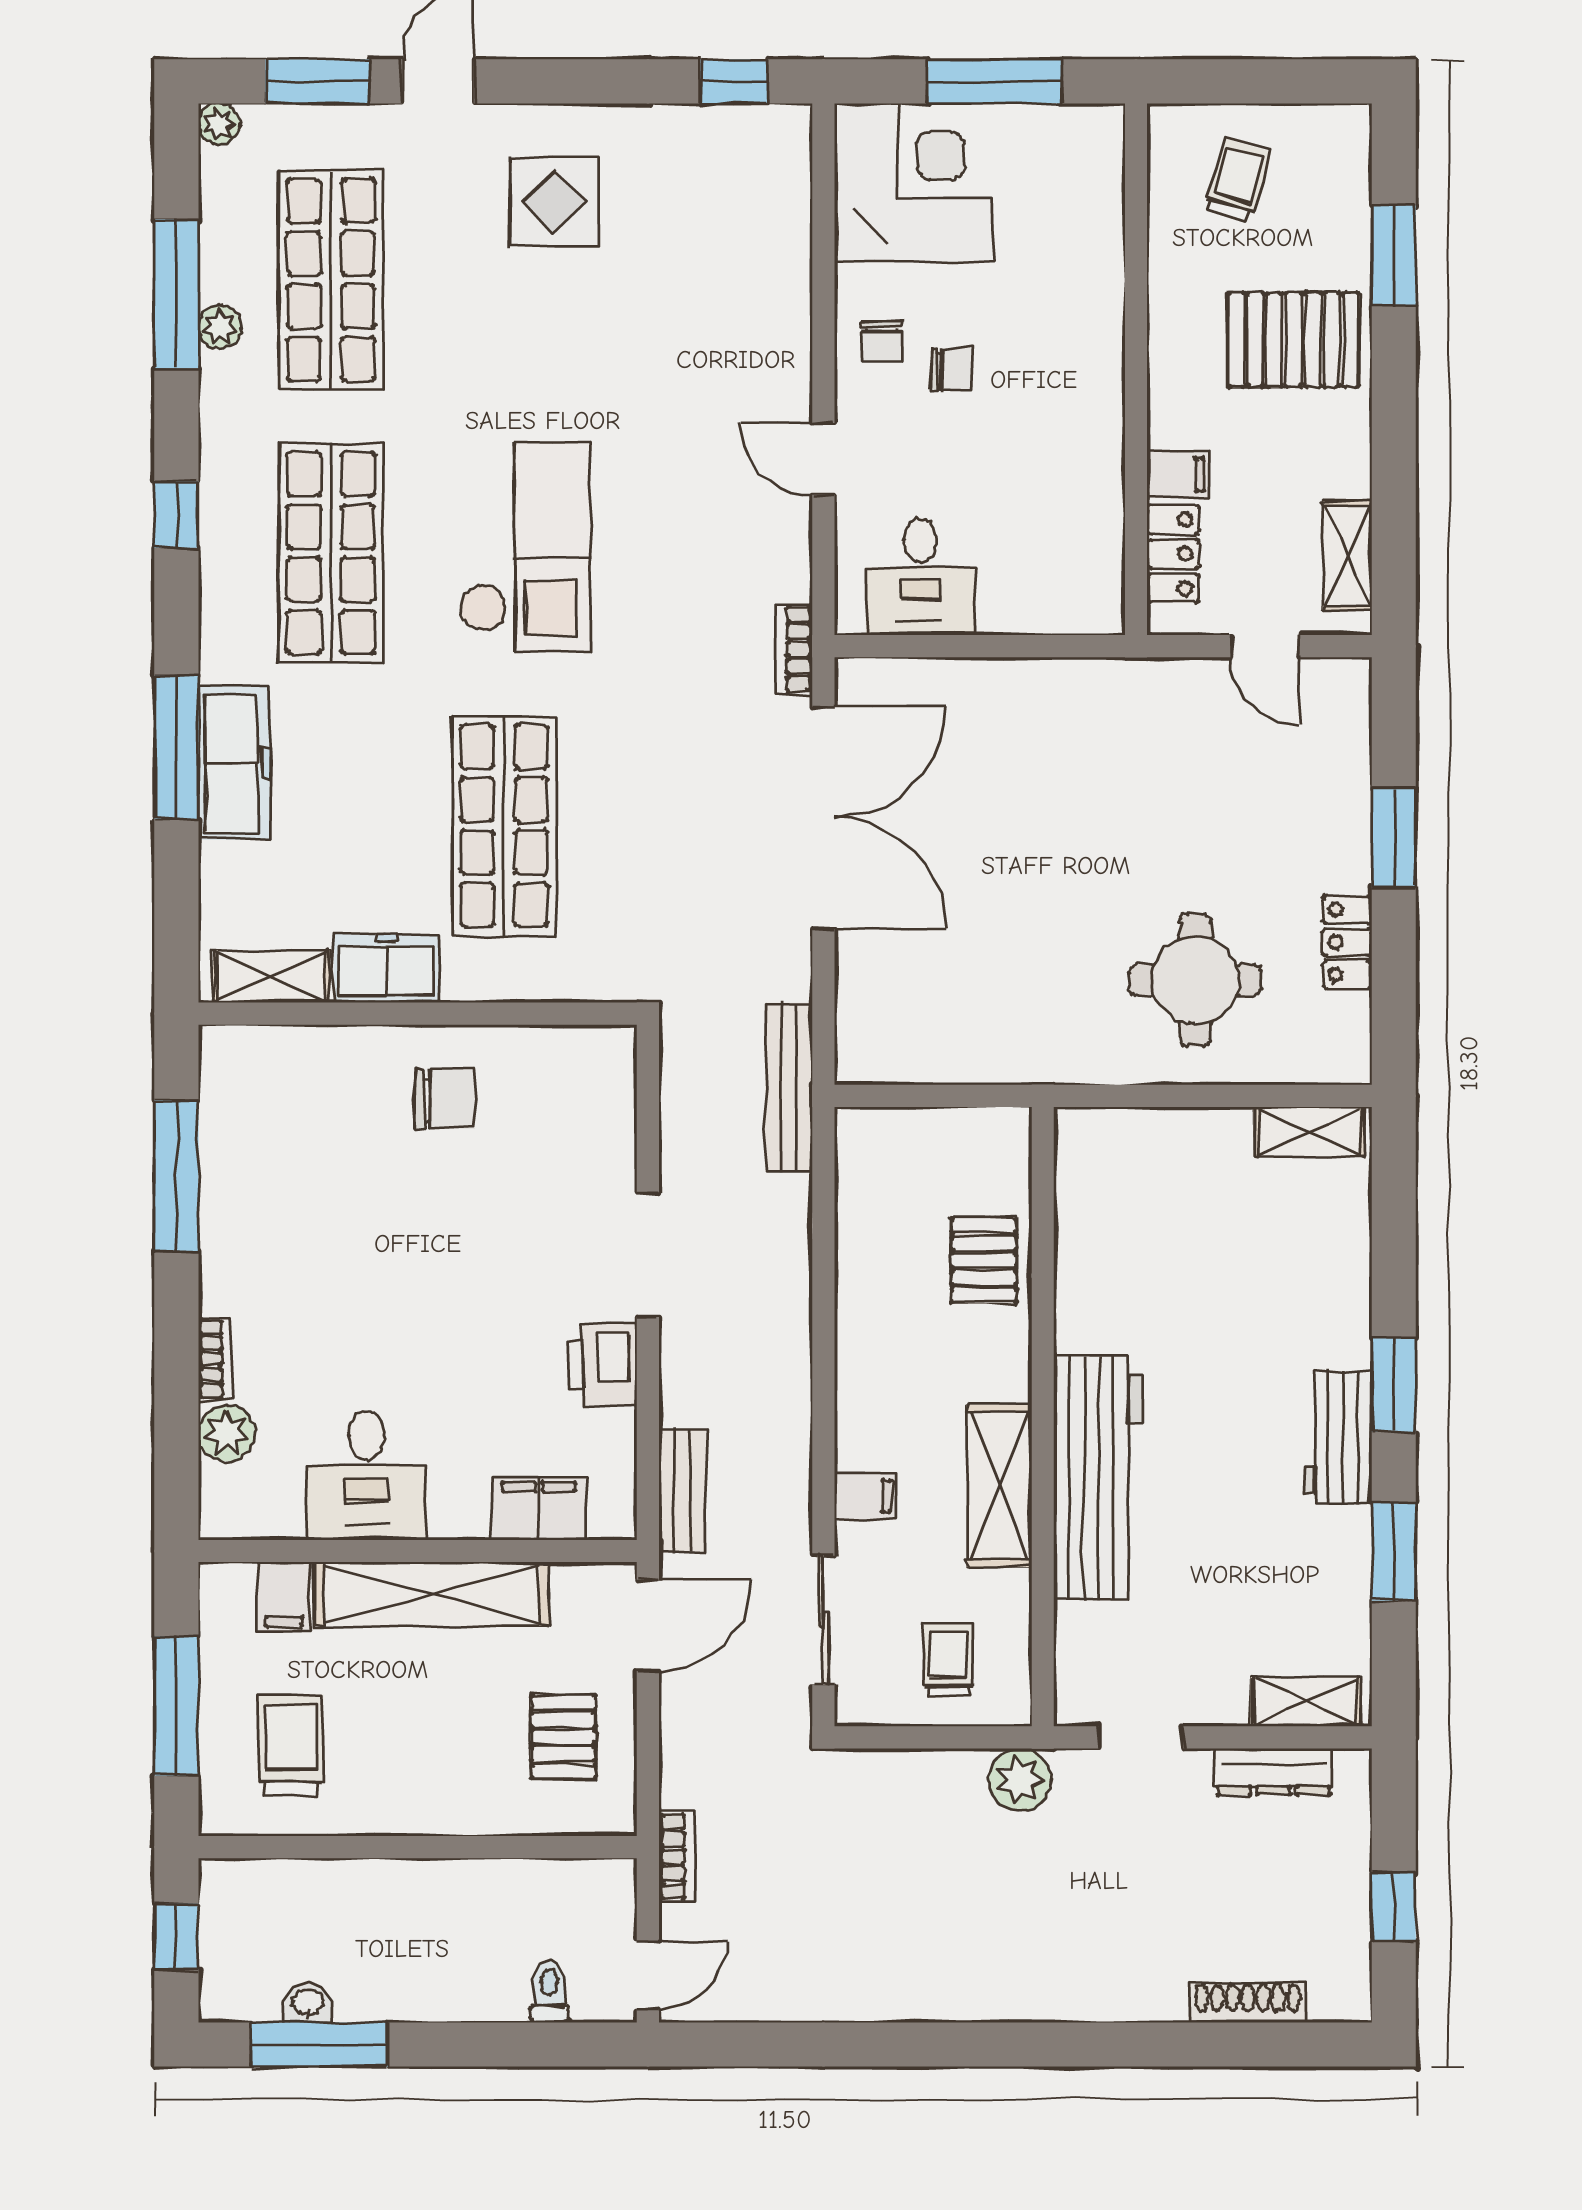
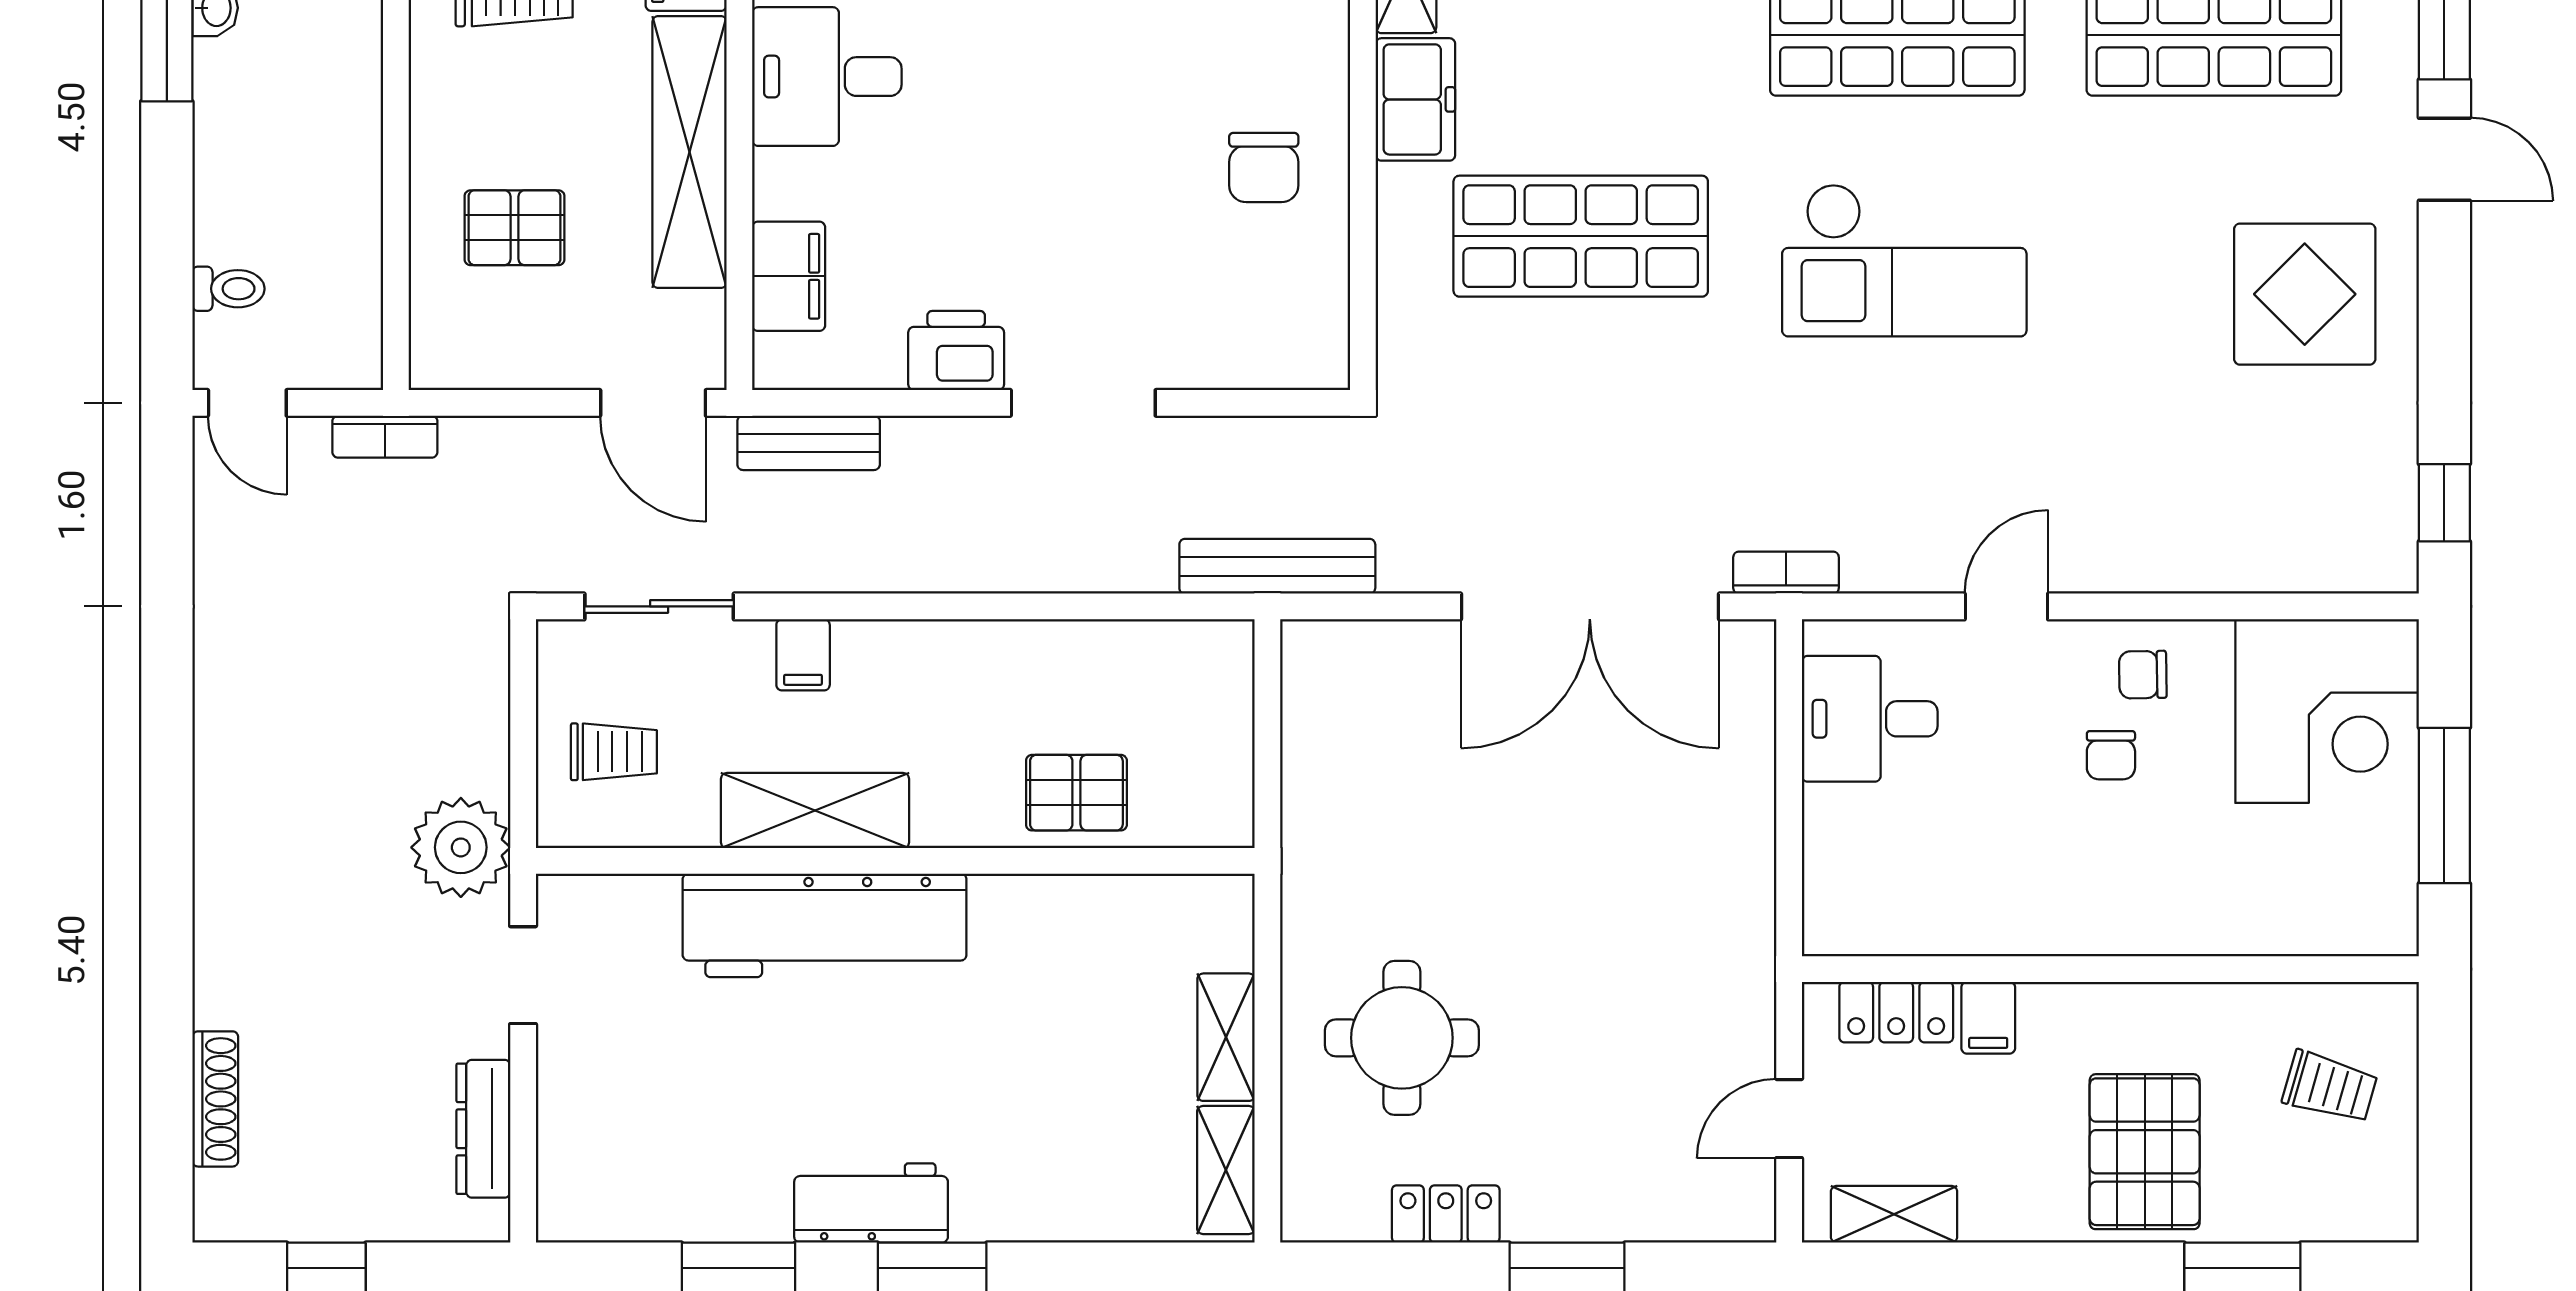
display table: (554, 202) -> (2305, 294), width x1.36, depth x1.36
shelving: (1306, 1702) -> (1226, 1037), moved
pallet: (563, 1737) -> (515, 228), moved
plant: (1020, 1780) -> (461, 847), width x1.36, depth x1.36

